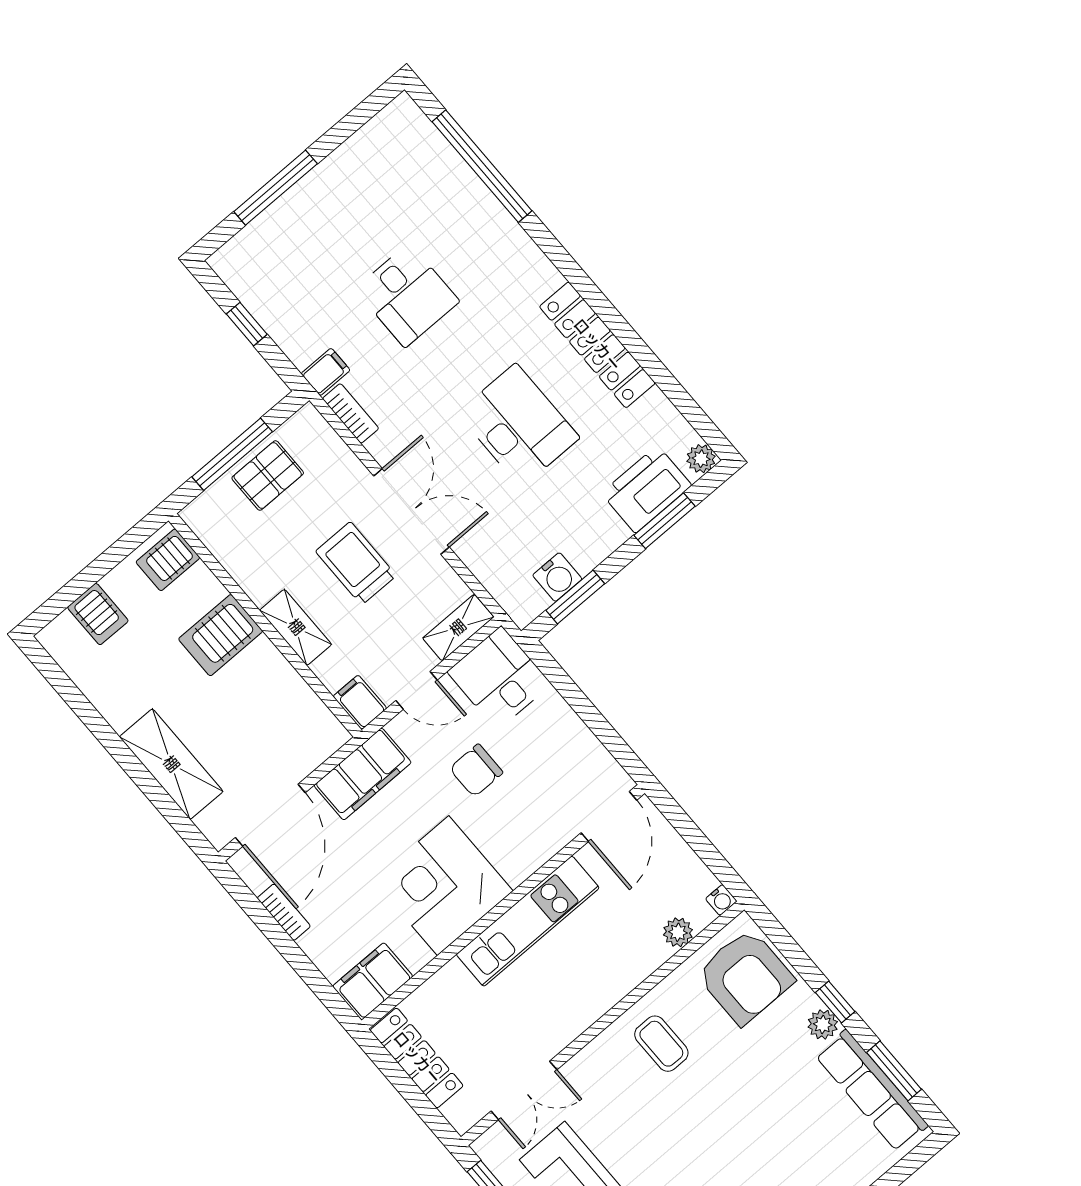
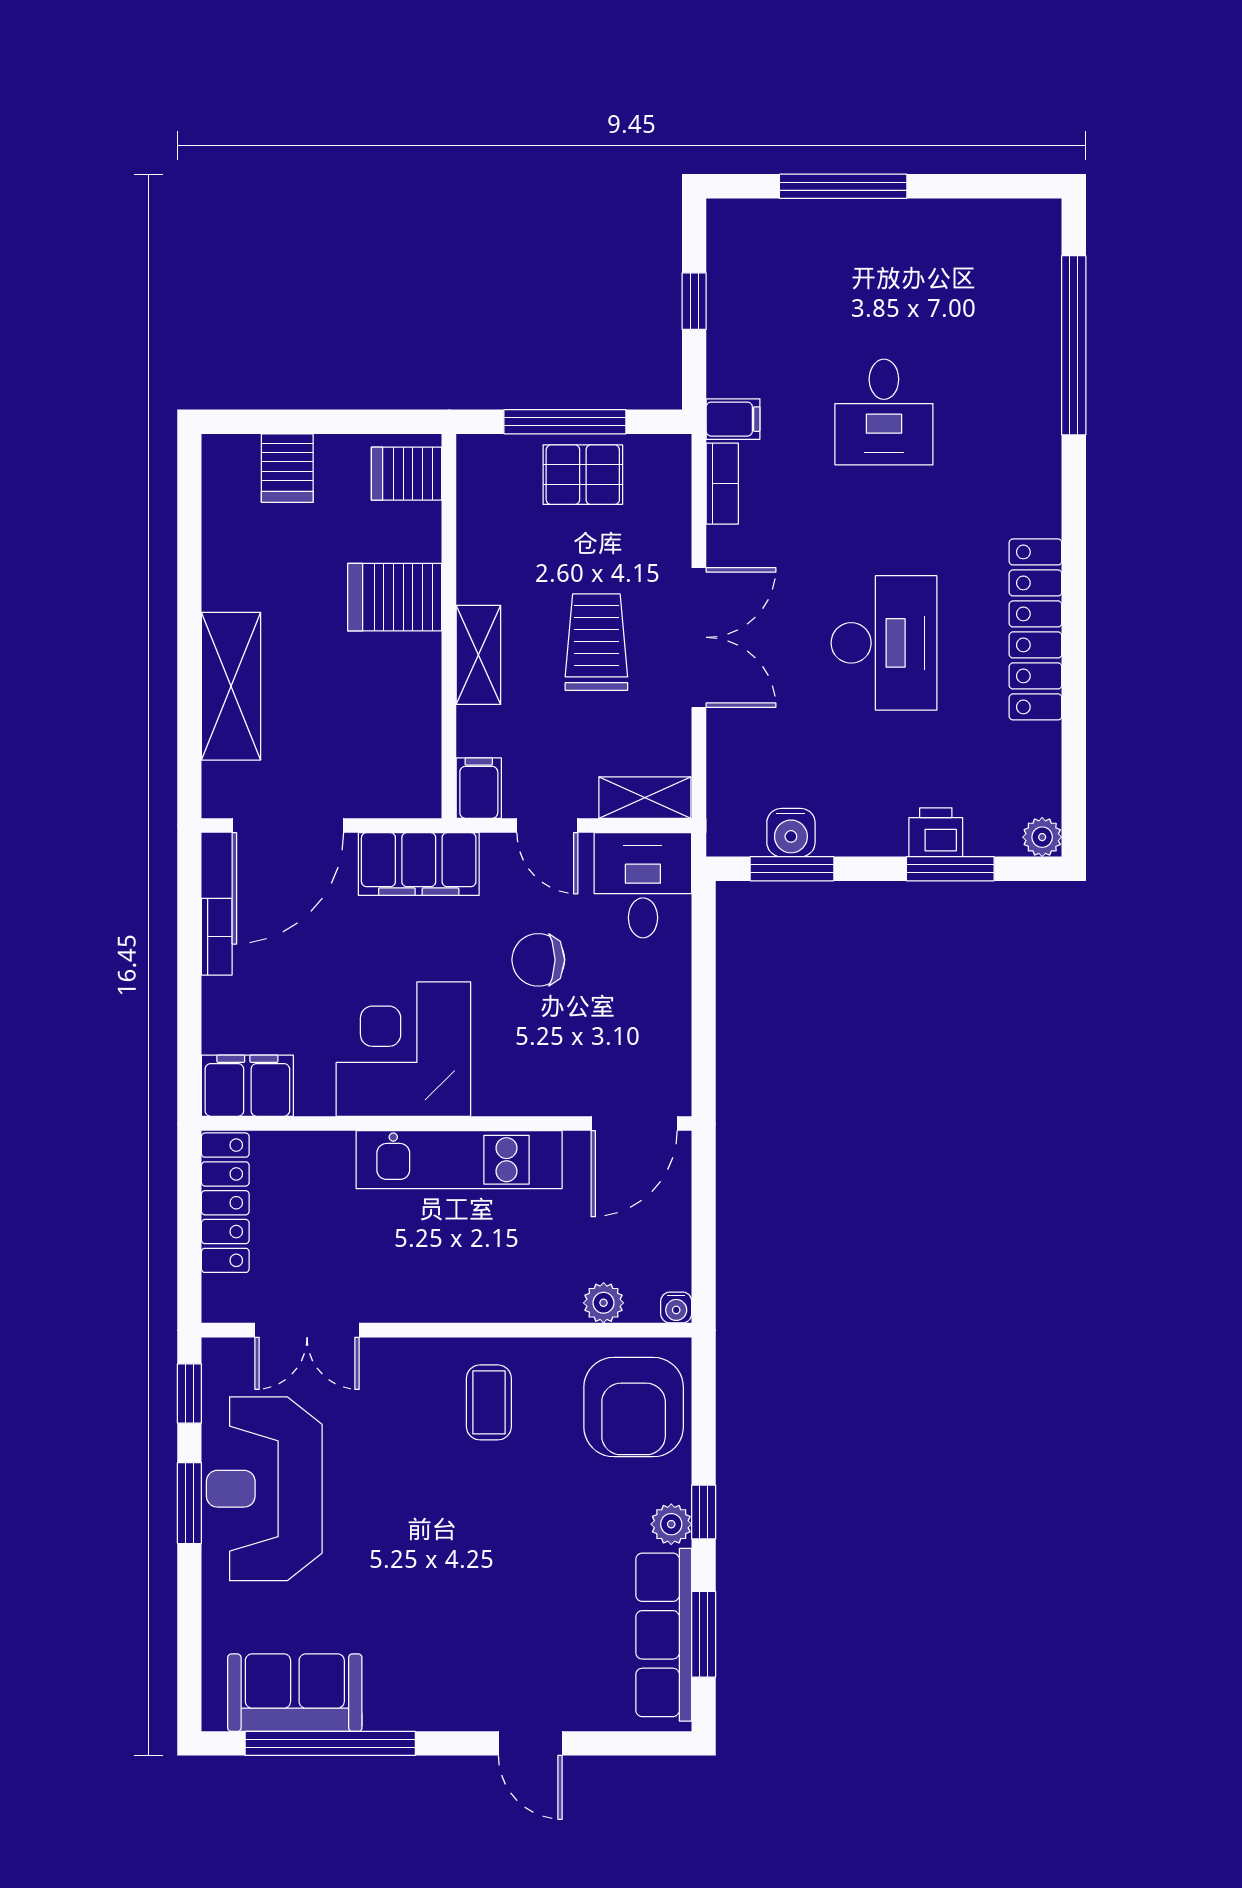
printer: (646, 489) -> (936, 832), width x0.53, depth x0.68

